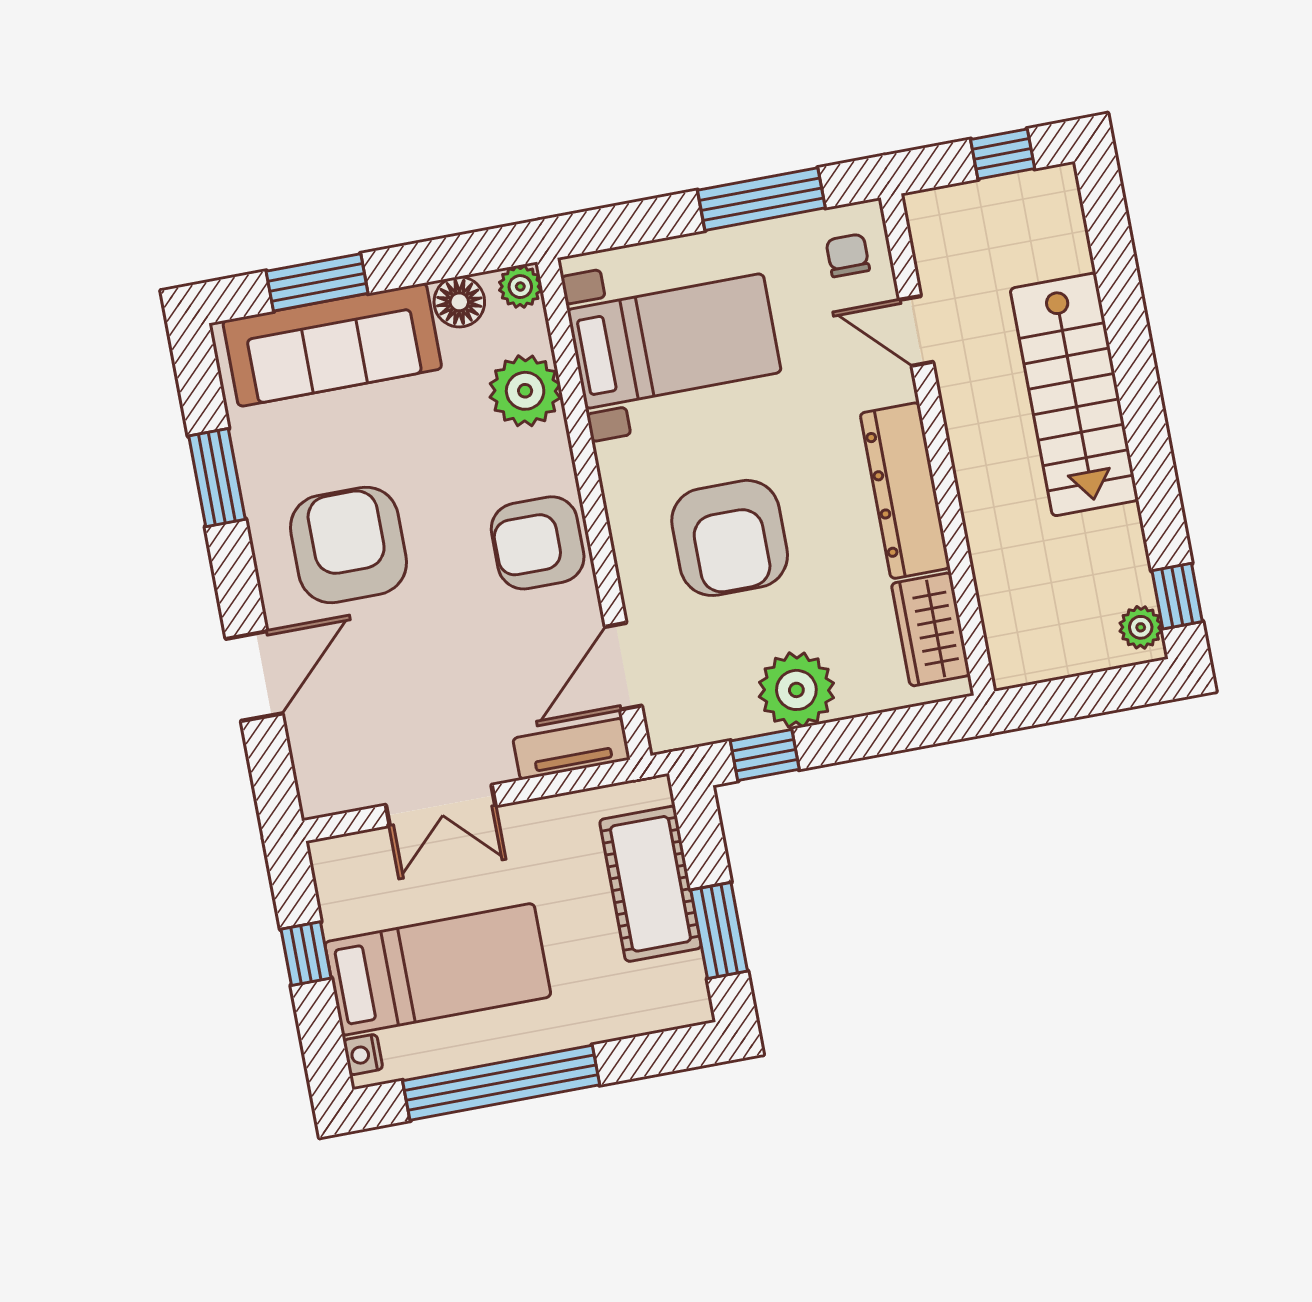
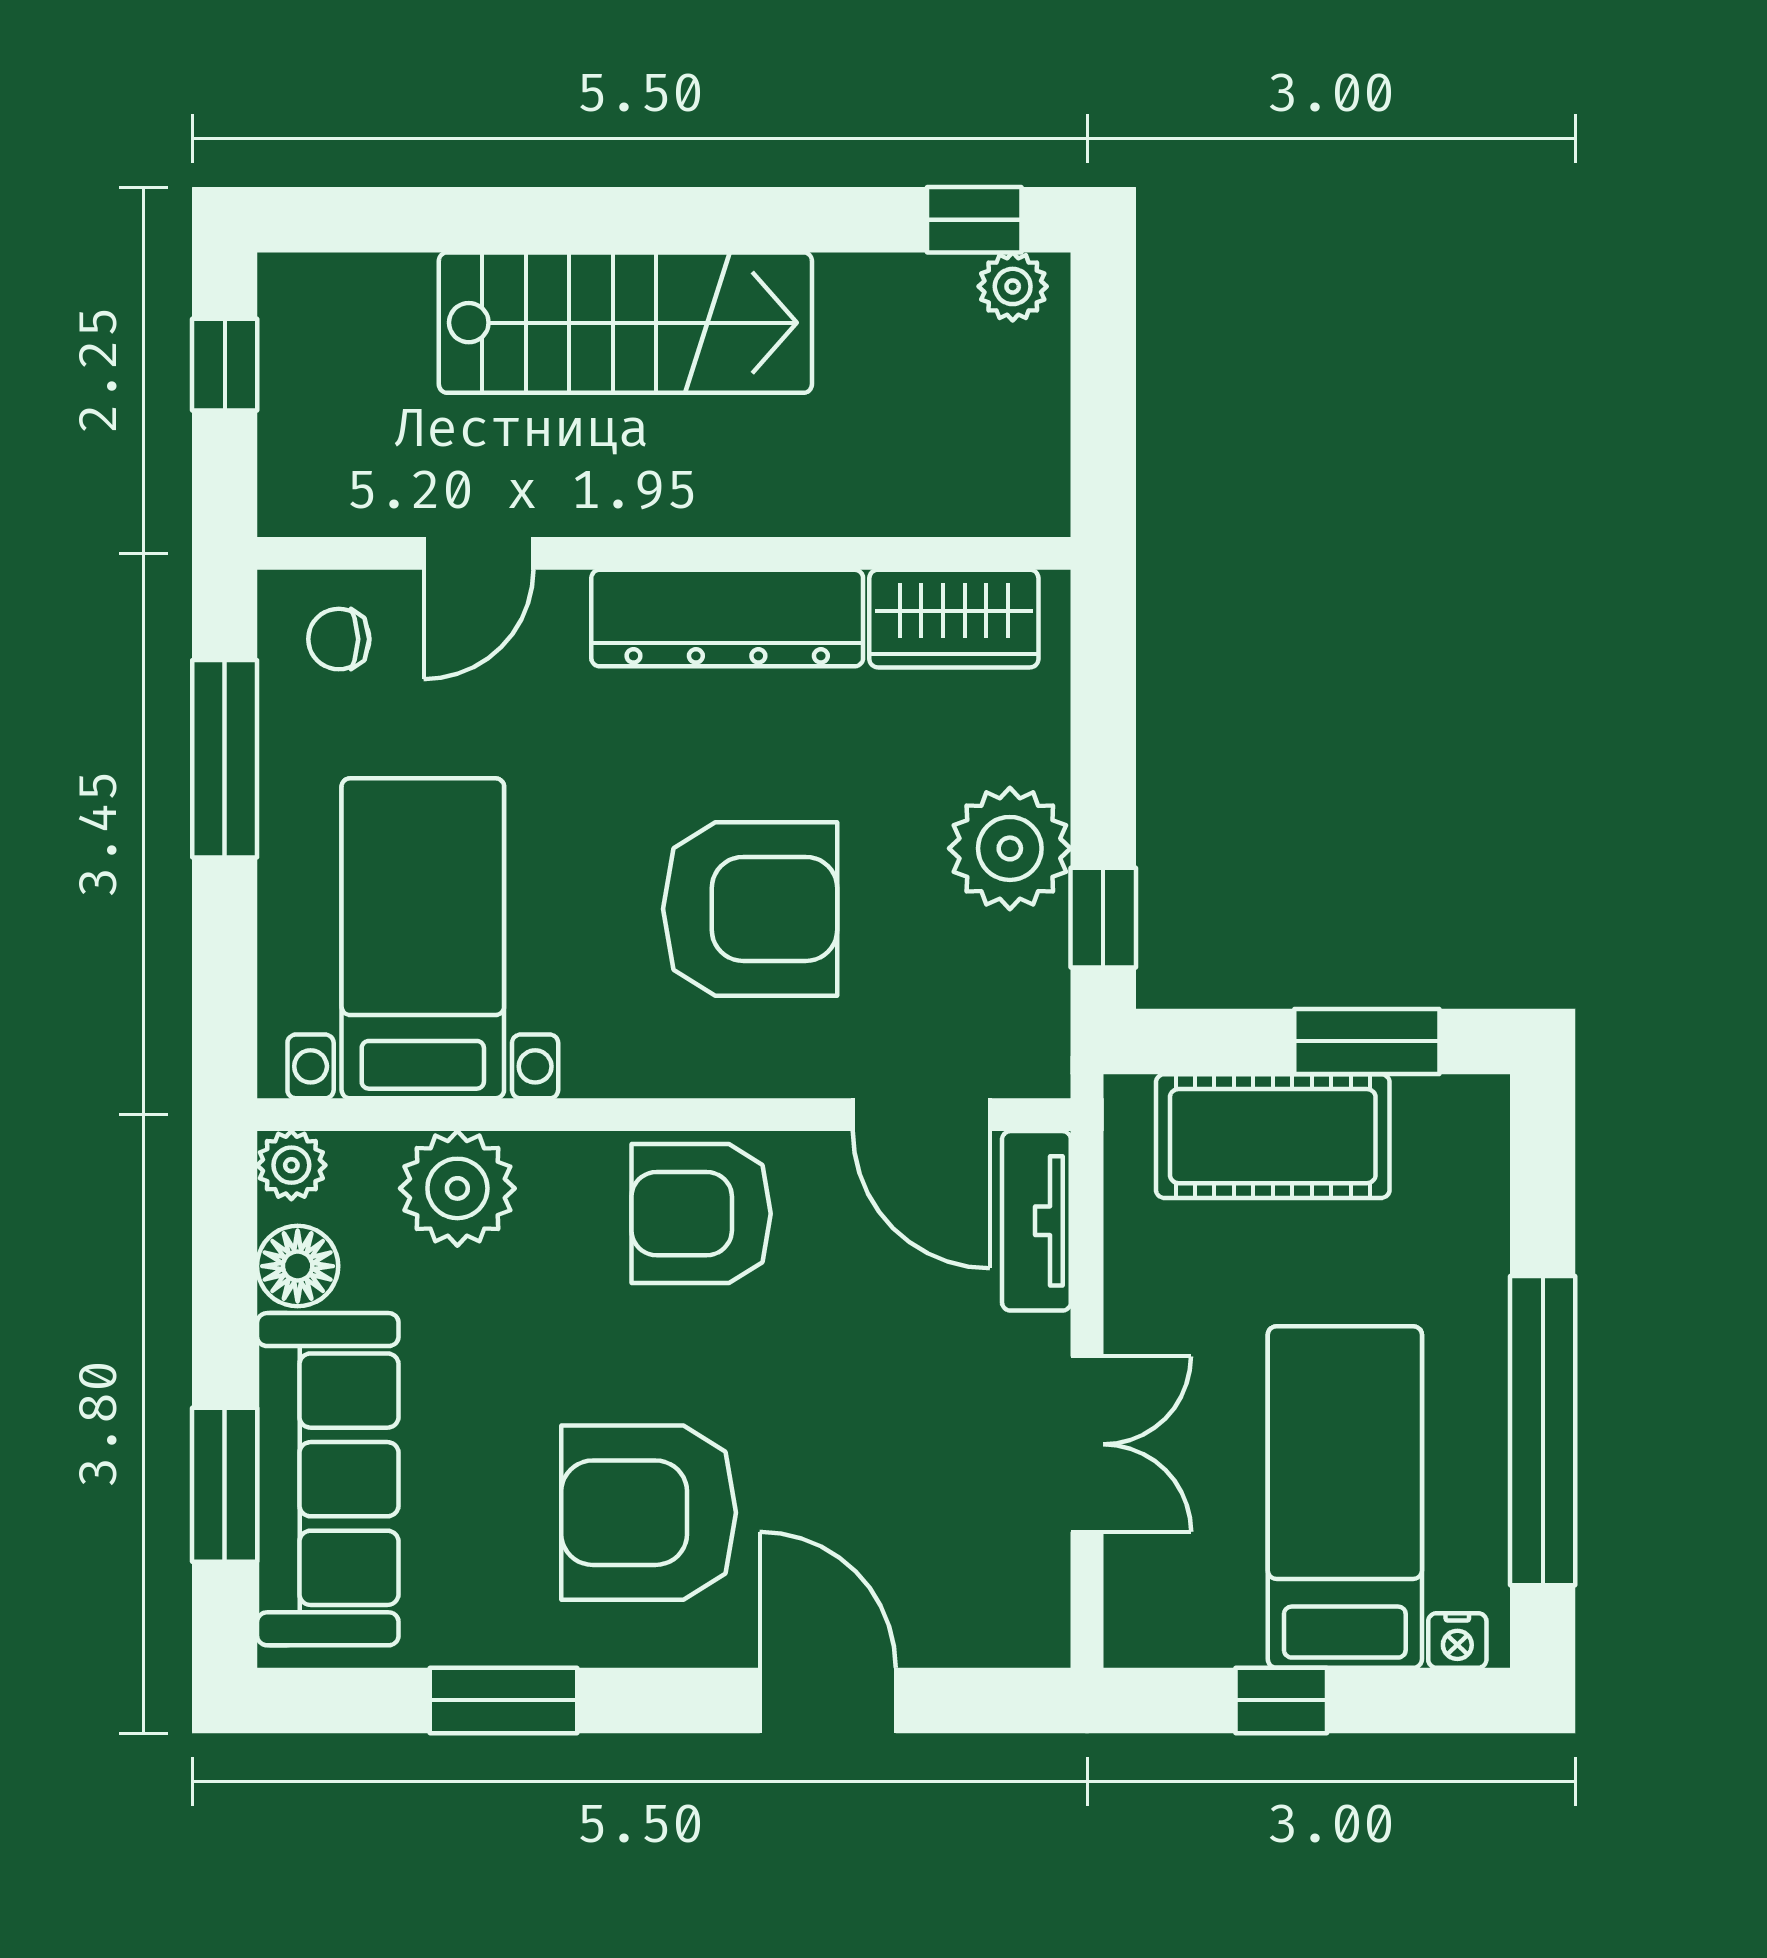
armchair: (538, 543) -> (701, 1214), turned 90

